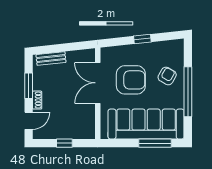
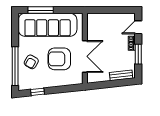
window: (142, 39) -> (38, 92), moved
window: (188, 92) -> (15, 66), moved
window: (64, 143) -> (111, 10), removed

